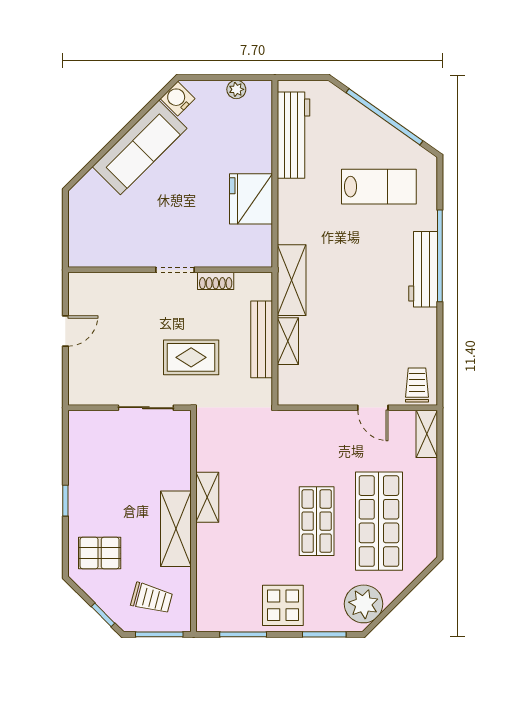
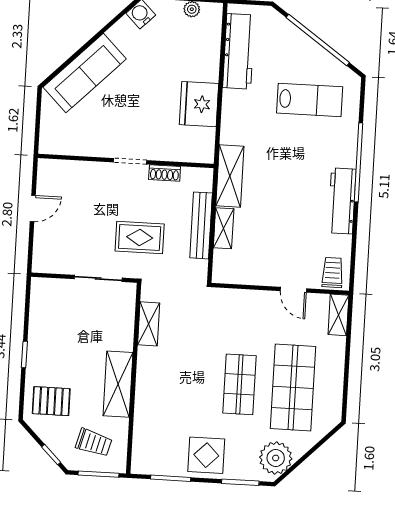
sofa: (140, 147) -> (85, 73), moved
workbench: (423, 269) -> (342, 201), moved
shelving: (207, 497) -> (149, 324), moved

